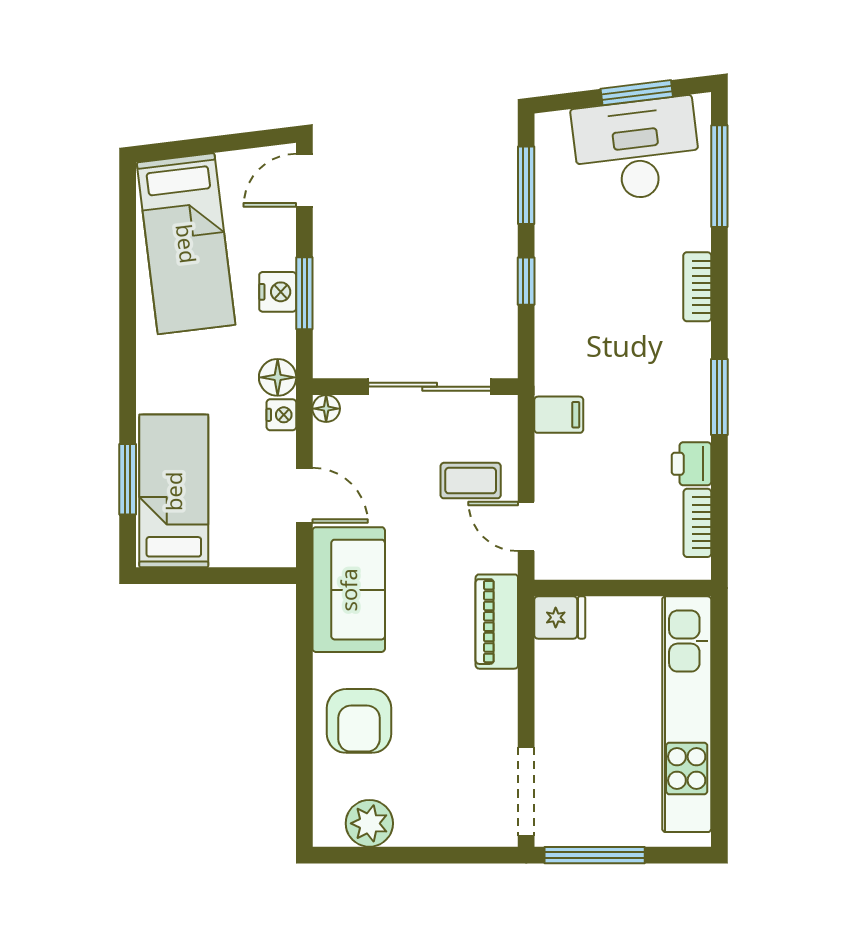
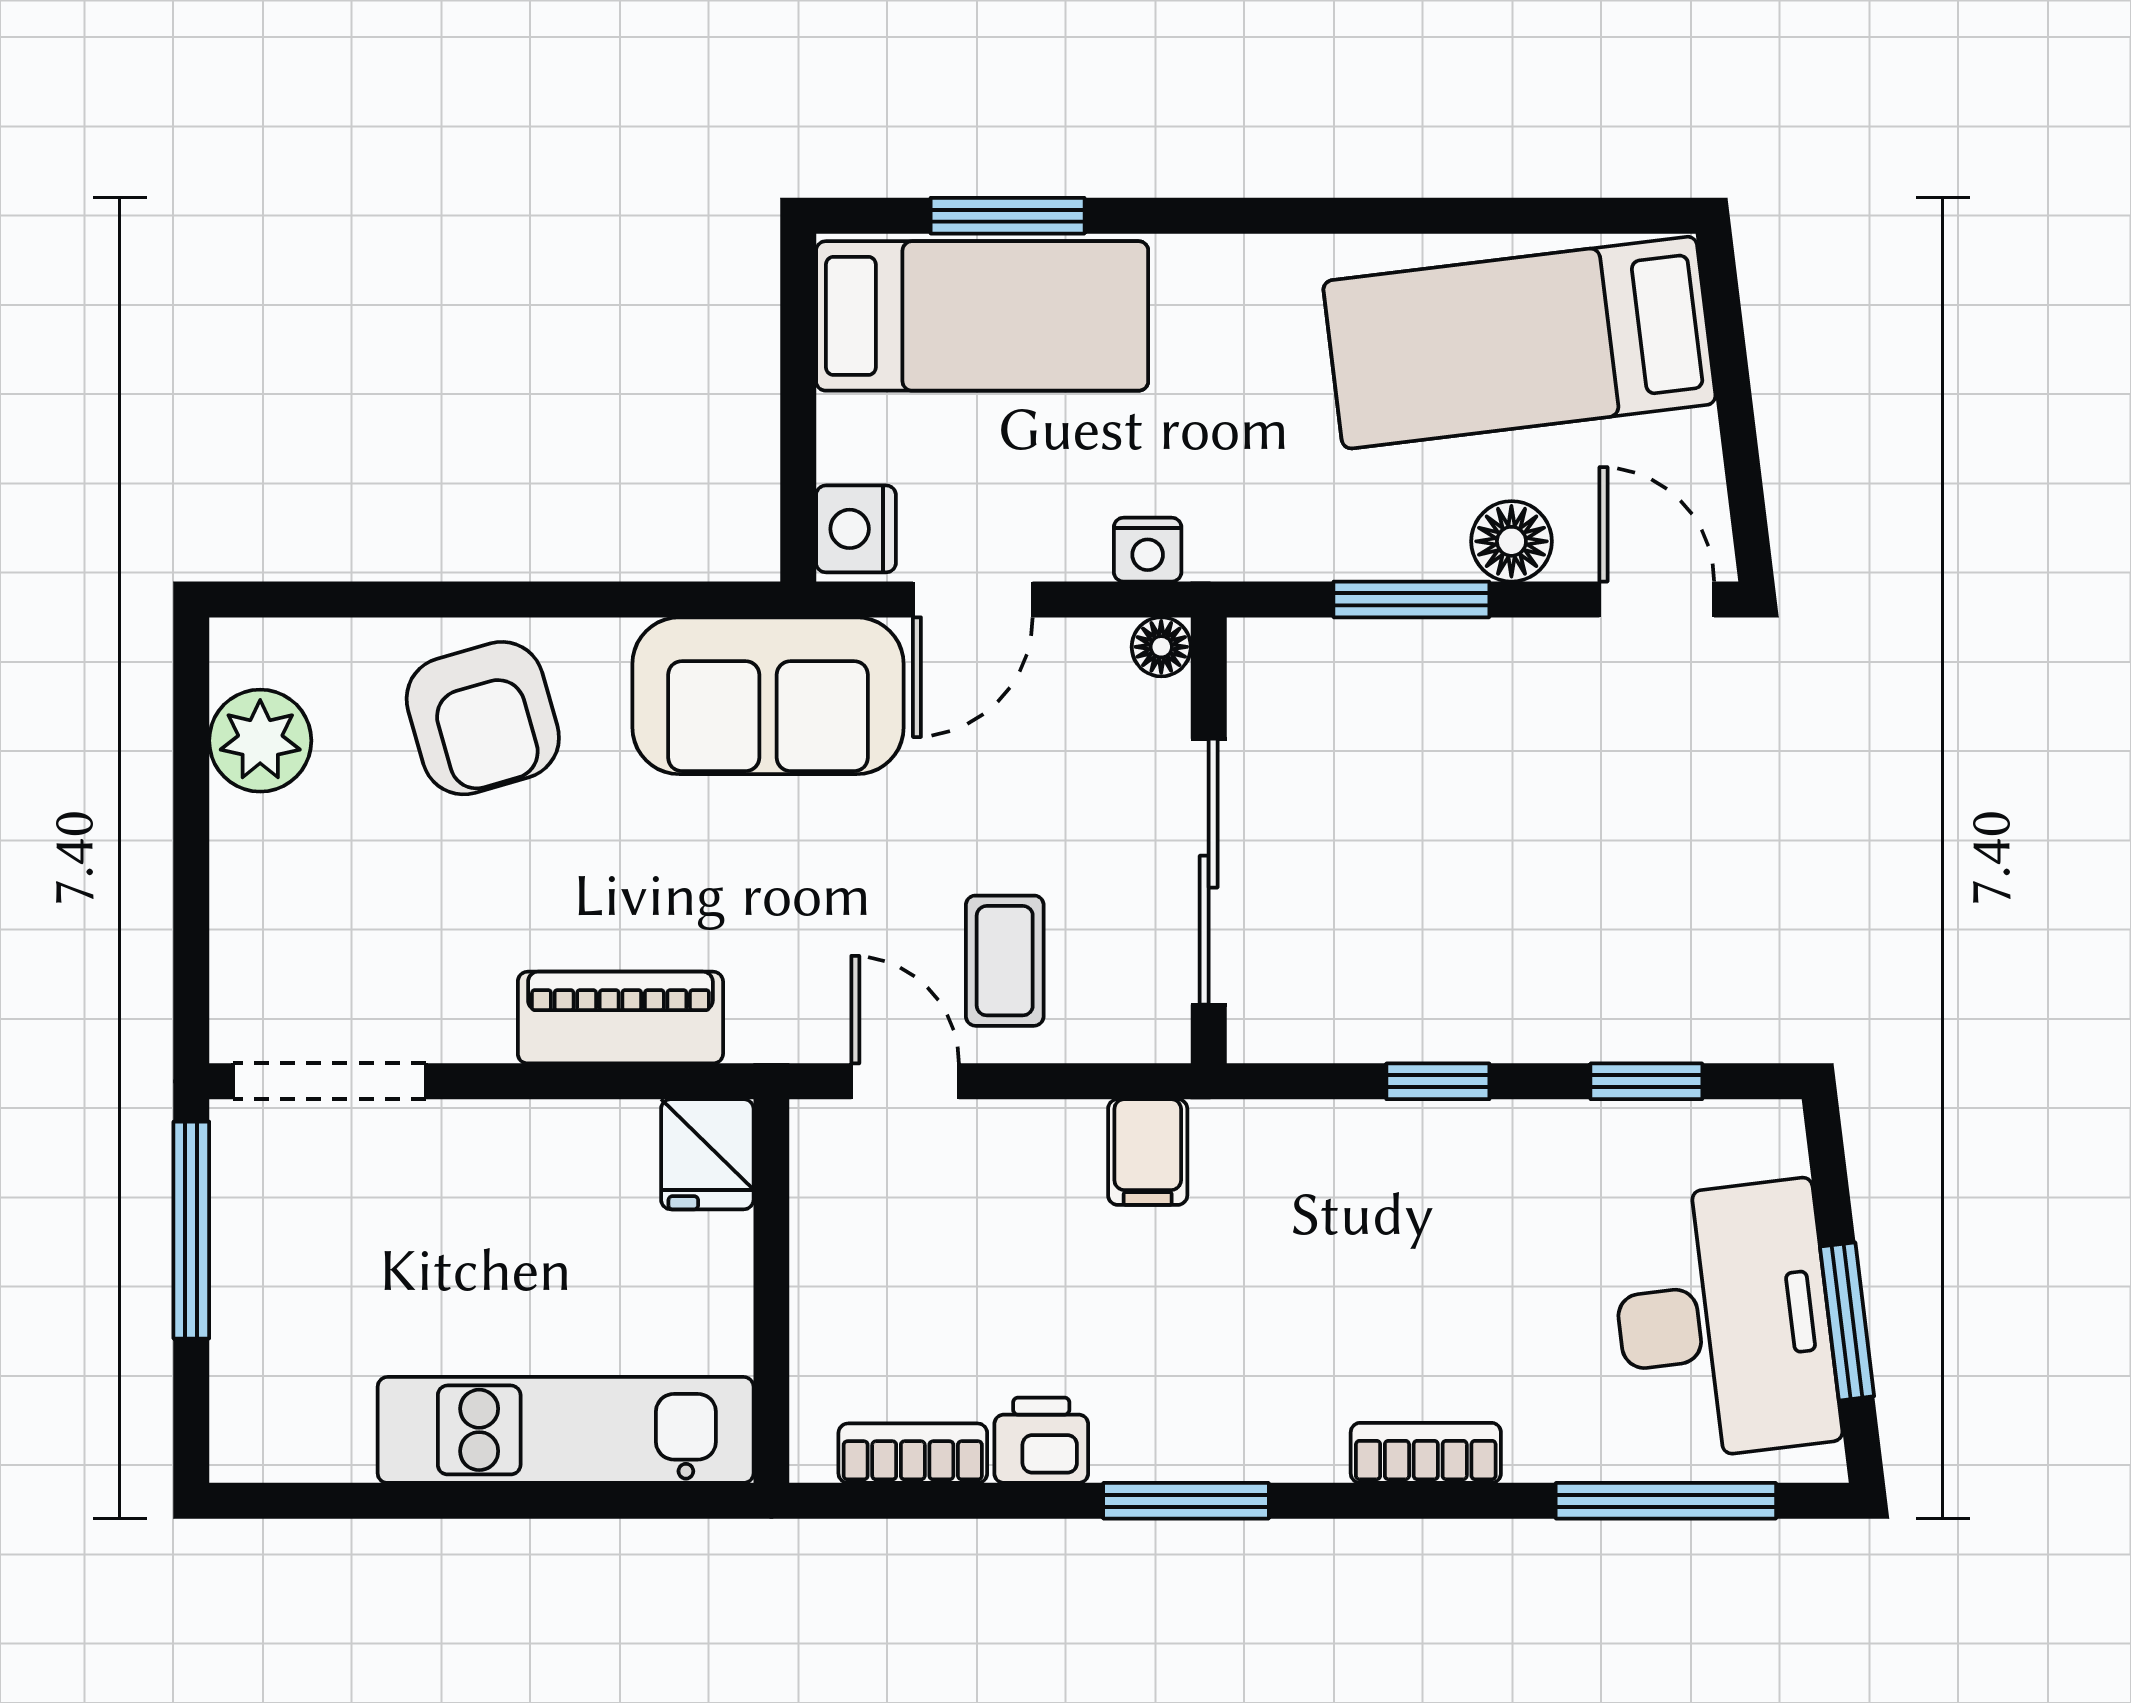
window: (526, 185) -> (1646, 1081), width x0.67
nightstand: (278, 292) -> (856, 529), moved, turned 90
floor lamp: (278, 377) -> (1511, 541), moved
door: (526, 526) -> (905, 1081), hinge flipped
piano: (497, 622) -> (620, 1018), moved
kitchen unit: (687, 714) -> (566, 1430), width x0.73
armchair: (359, 721) -> (483, 718), turned -106

